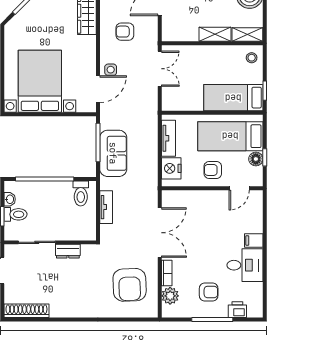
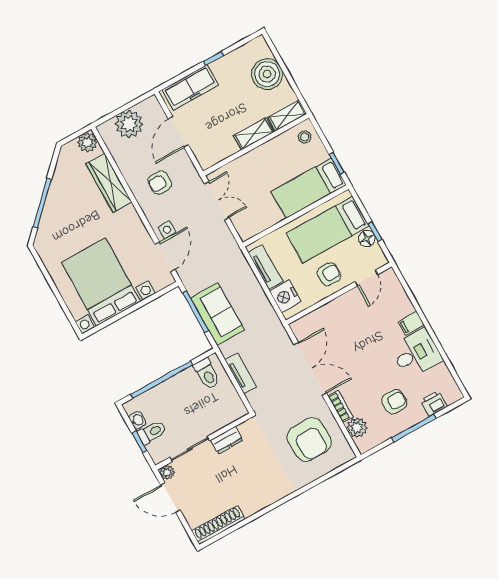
armchair: (213, 170) -> (329, 274), turned 180
plant: (10, 250) -> (167, 472), added

